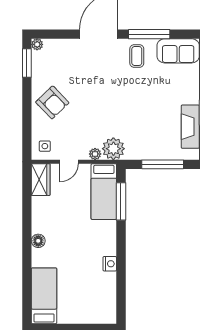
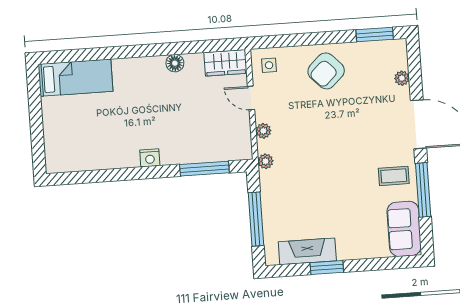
plant: (37, 44) -> (402, 78), moved
plant: (113, 149) -> (266, 161), width x0.53, depth x0.53
bed: (104, 192) -> (216, 146), removed
floor lamp: (38, 241) -> (175, 63), moved
nightstand: (110, 264) -> (150, 158), moved

